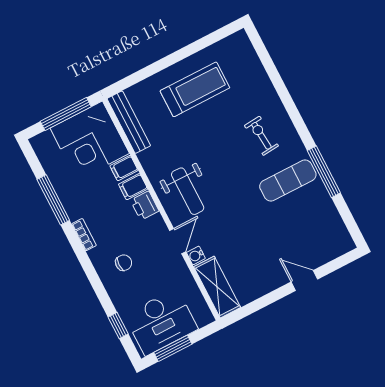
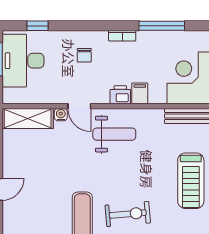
exercise bike: (261, 136) -> (128, 214), width x1.38, depth x1.39
filing cabinet: (124, 168) -> (158, 94), removed
weight bench: (188, 191) -> (114, 134), turned 180

